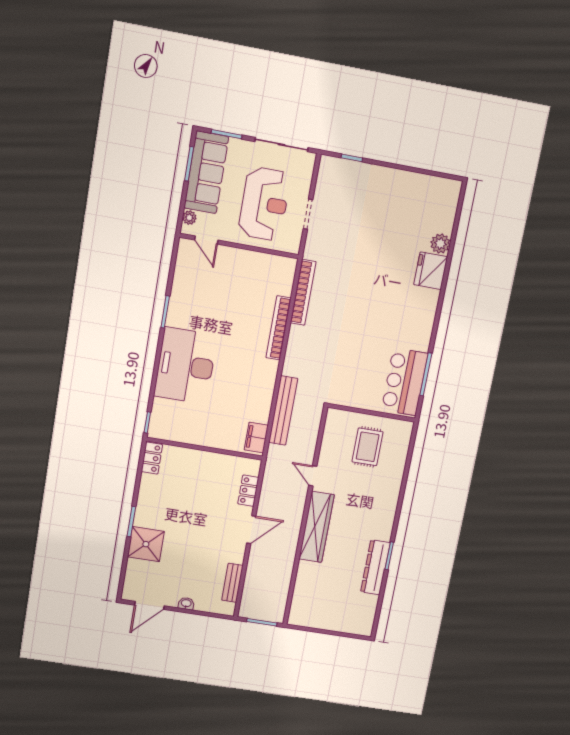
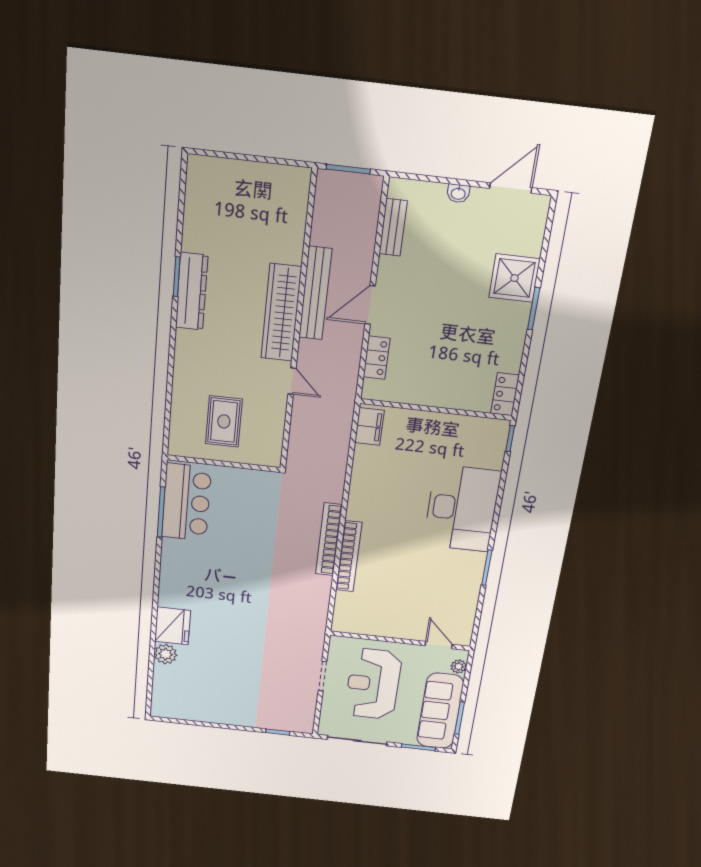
bookcase: (303, 292) -> (329, 539), moved
bench: (283, 410) -> (315, 293), moved
dresser: (375, 567) -> (192, 291), moved

